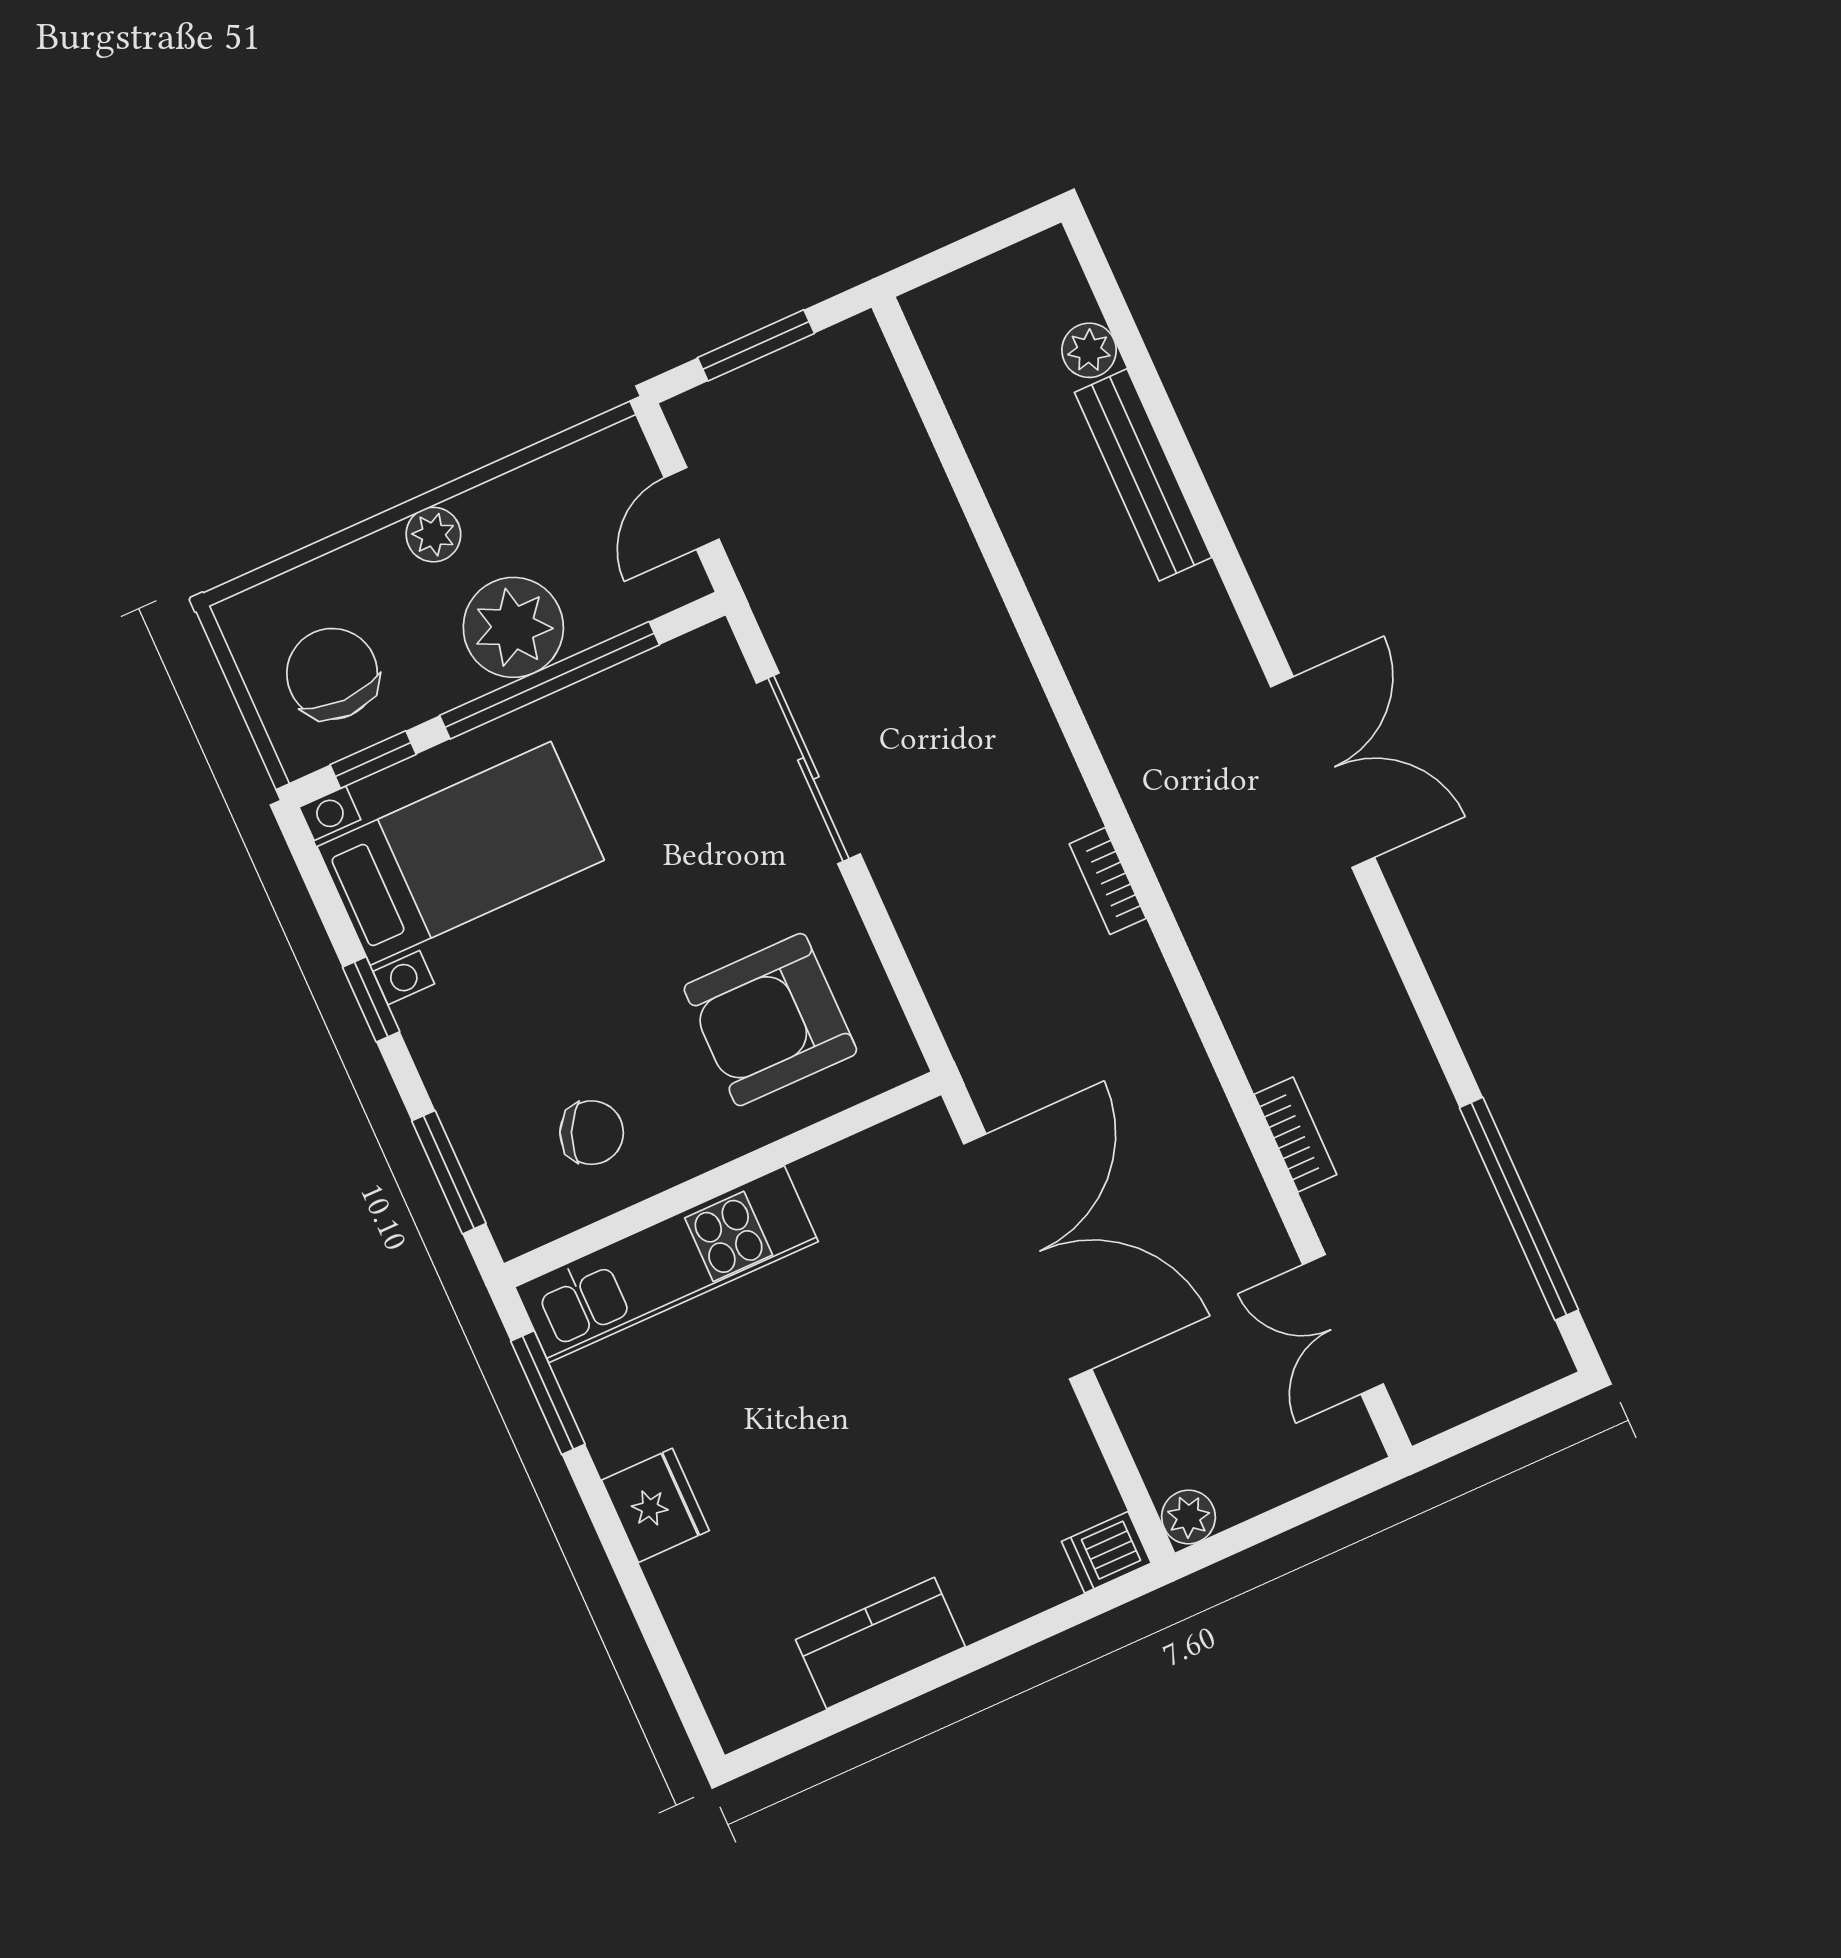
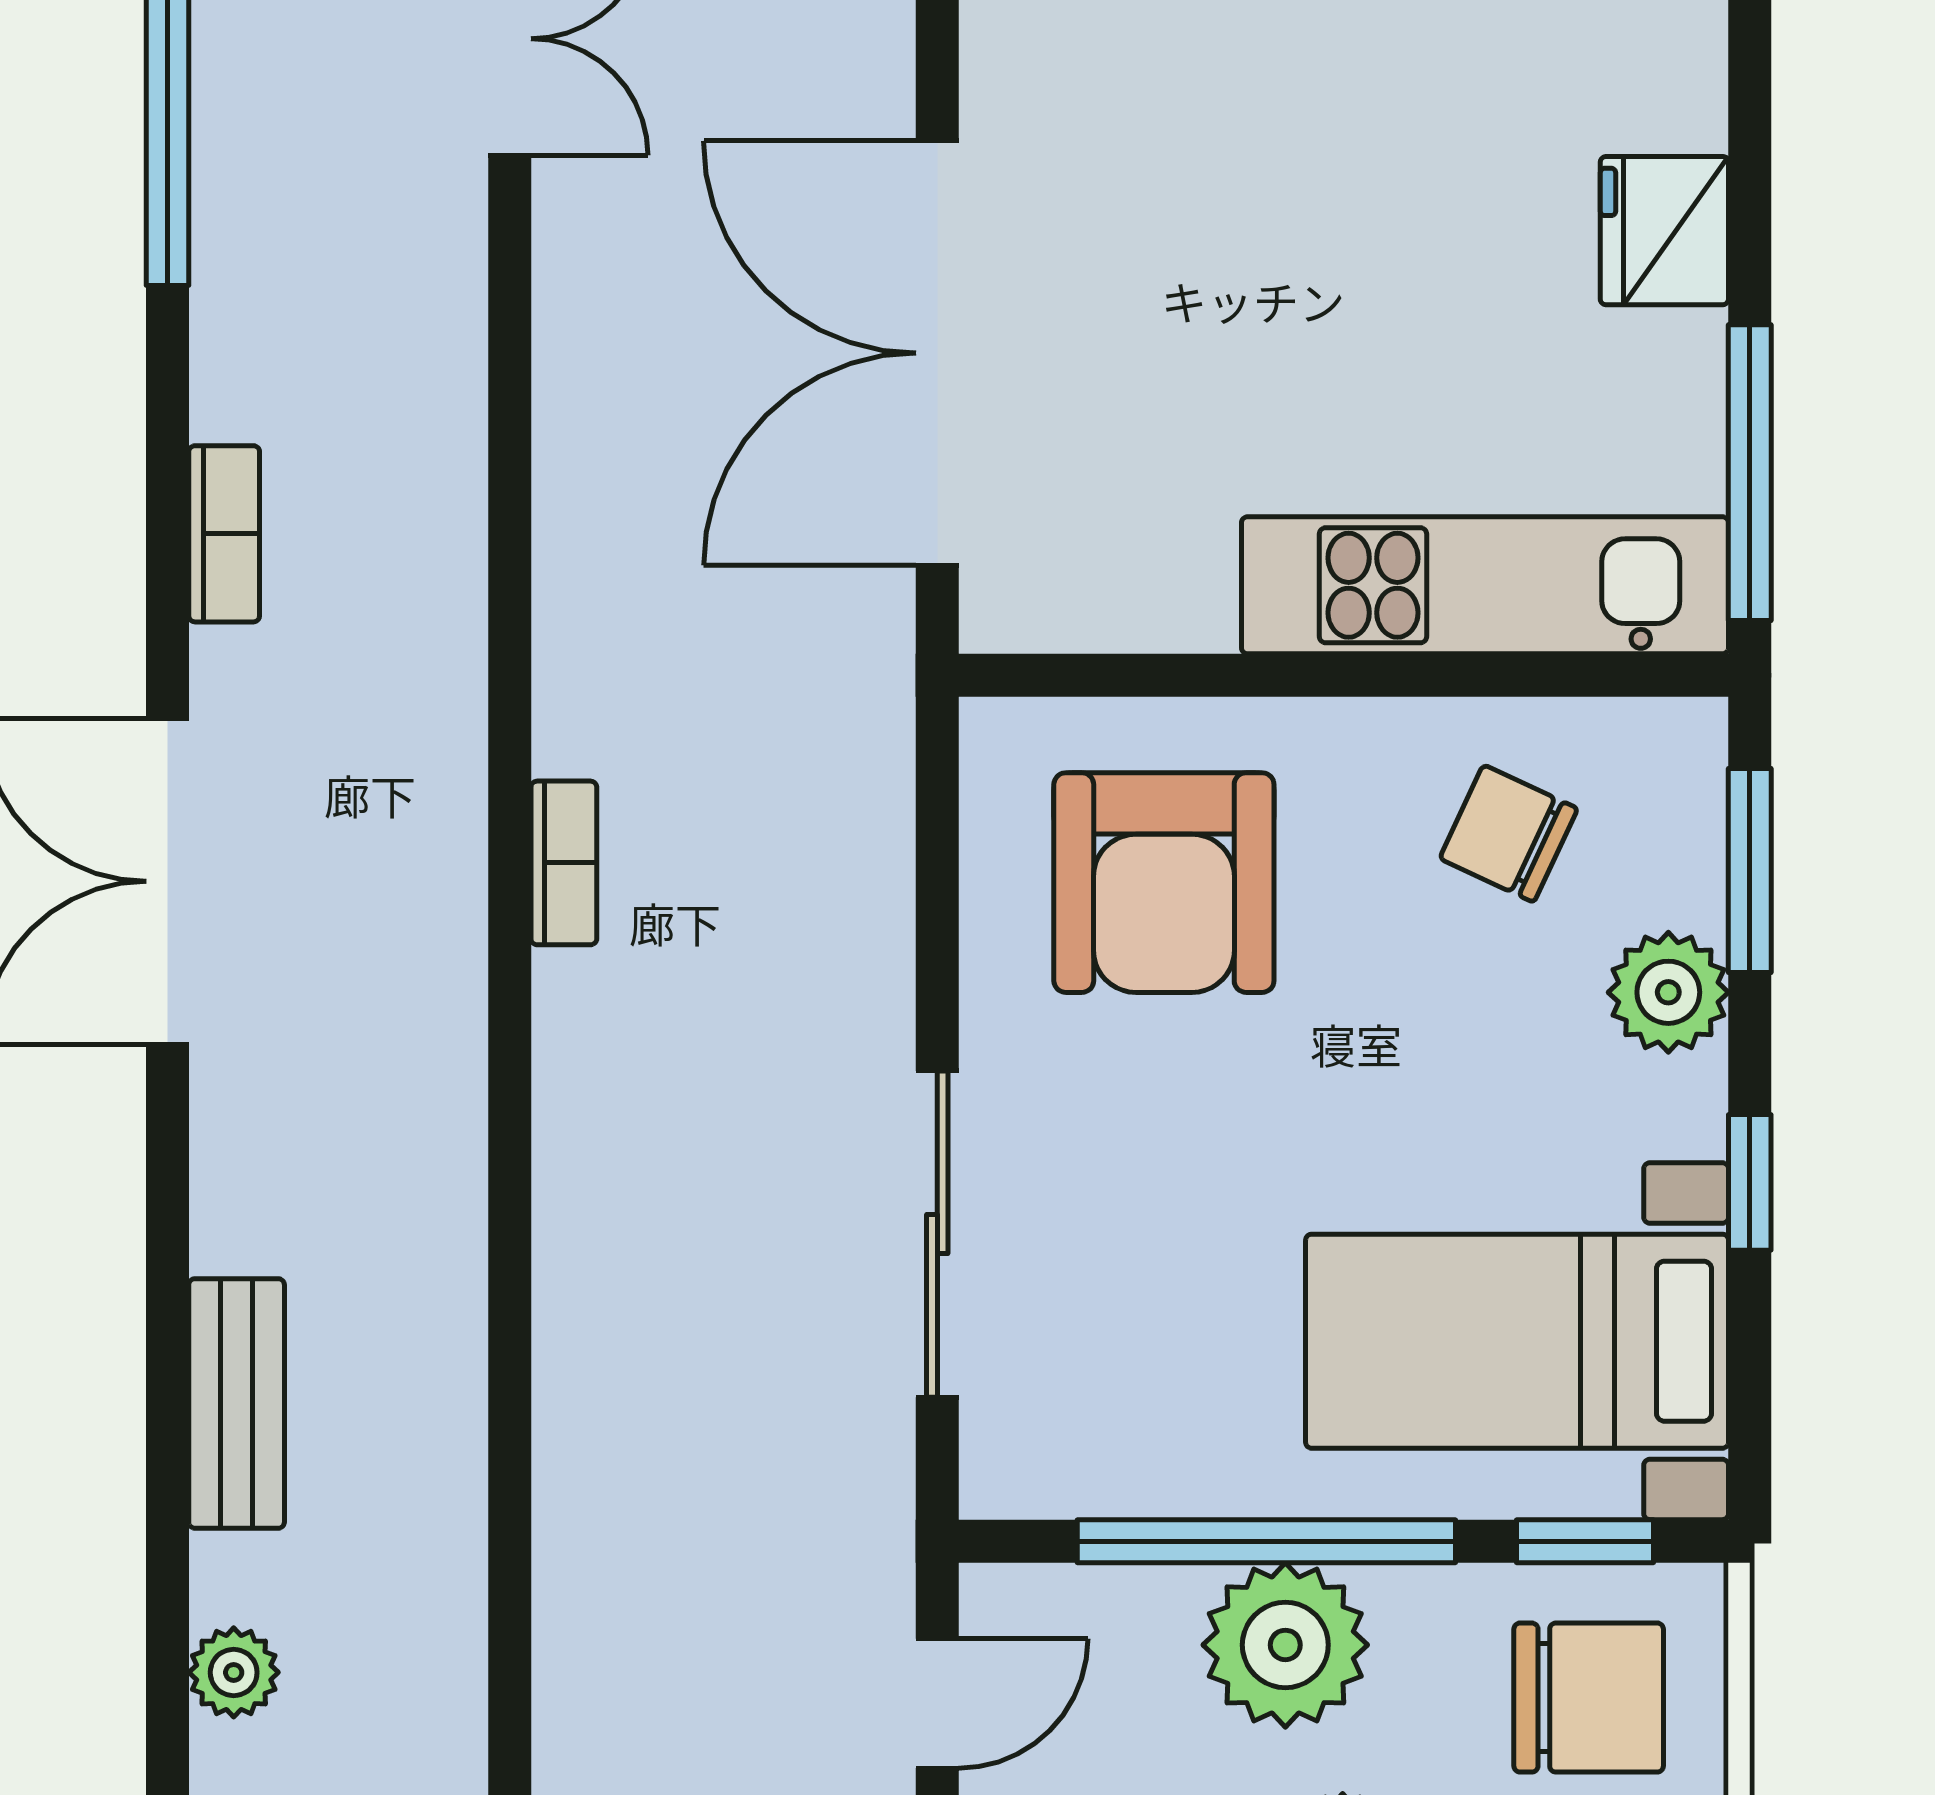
bench: (1143, 475) -> (237, 1403), width x0.73
chair: (332, 674) -> (1589, 1698), turned -90
armchair: (770, 1020) -> (1164, 883), turned 90
plant: (464, 1084) -> (1668, 992), added
bookcase: (1295, 1135) -> (224, 534), moved, turned 180
window: (548, 1393) -> (1750, 473), width x1.44

